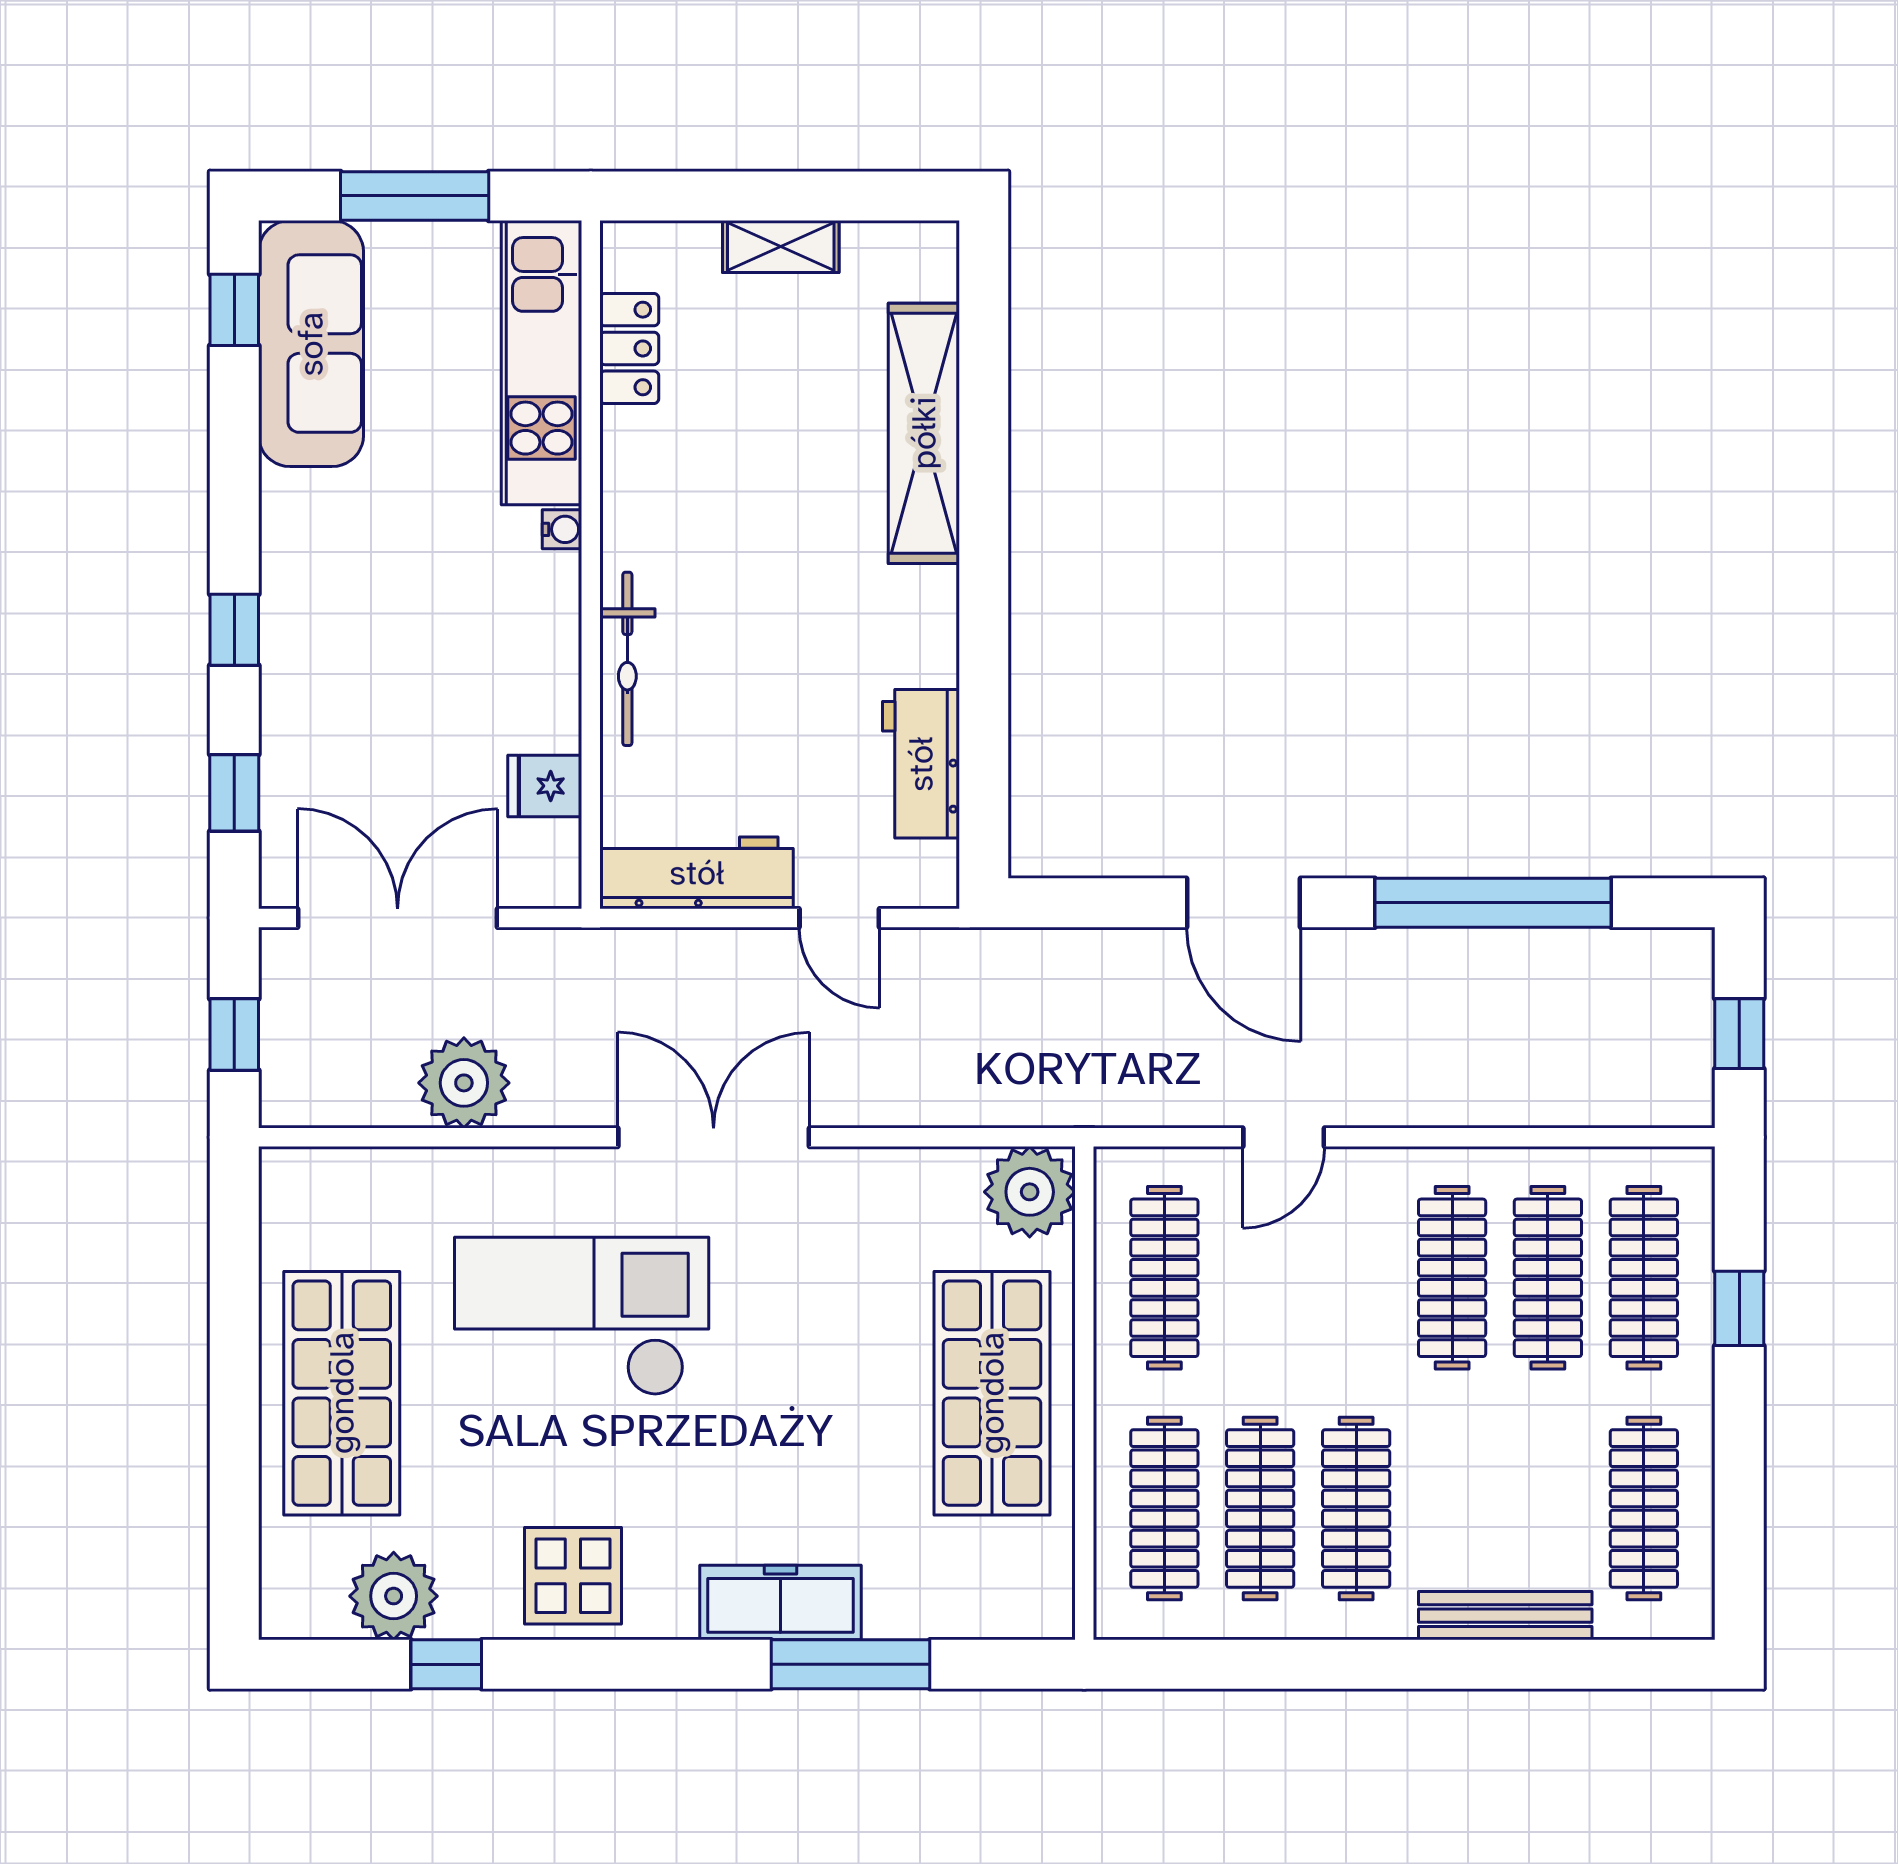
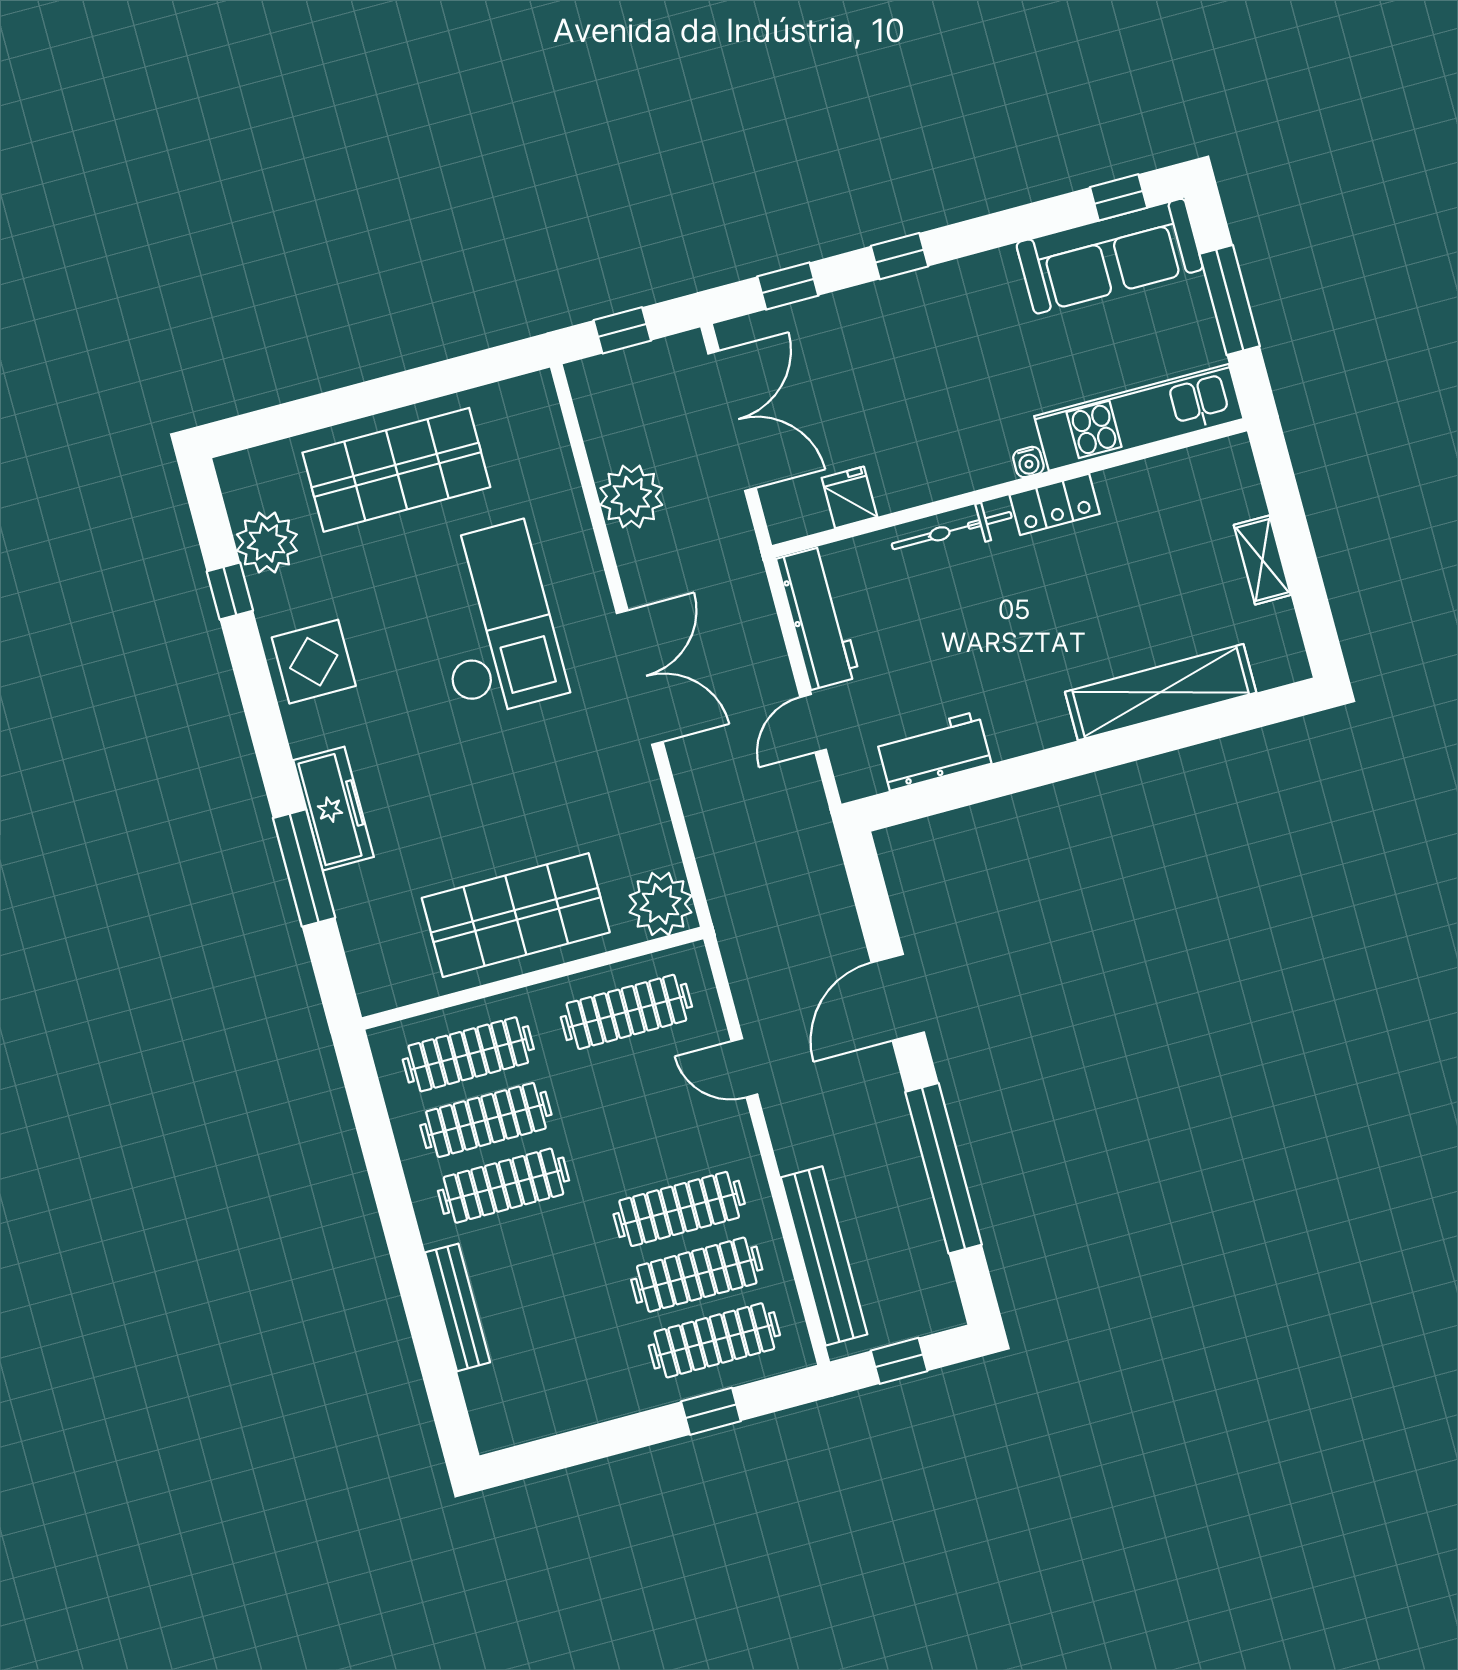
locker: (629, 348) -> (1055, 504), moved
bench: (1569, 1098) -> (824, 1256), added
clothes rail: (1644, 1509) -> (556, 1383), removed

